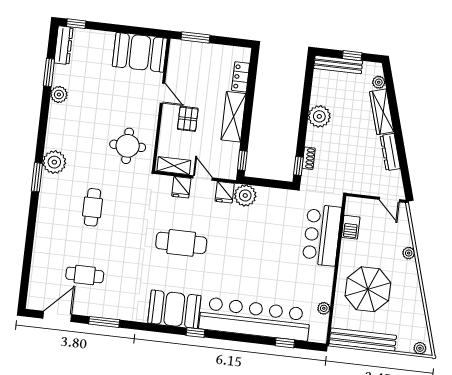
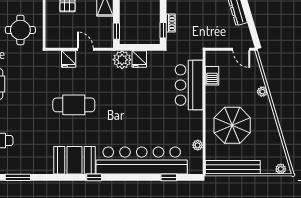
shelving: (174, 166) -> (60, 42), removed
fridge: (225, 192) -> (139, 59), moved

